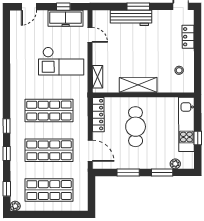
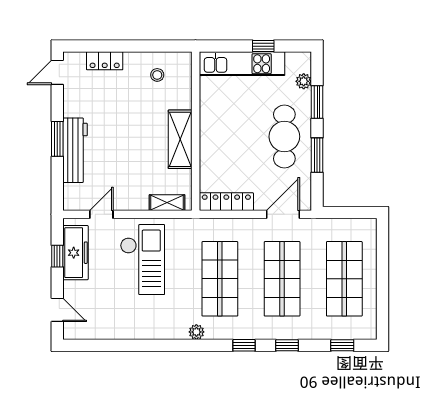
cafe table: (136, 127) -> (284, 137), moved, turned 90
plant: (15, 206) -> (196, 332), moved

